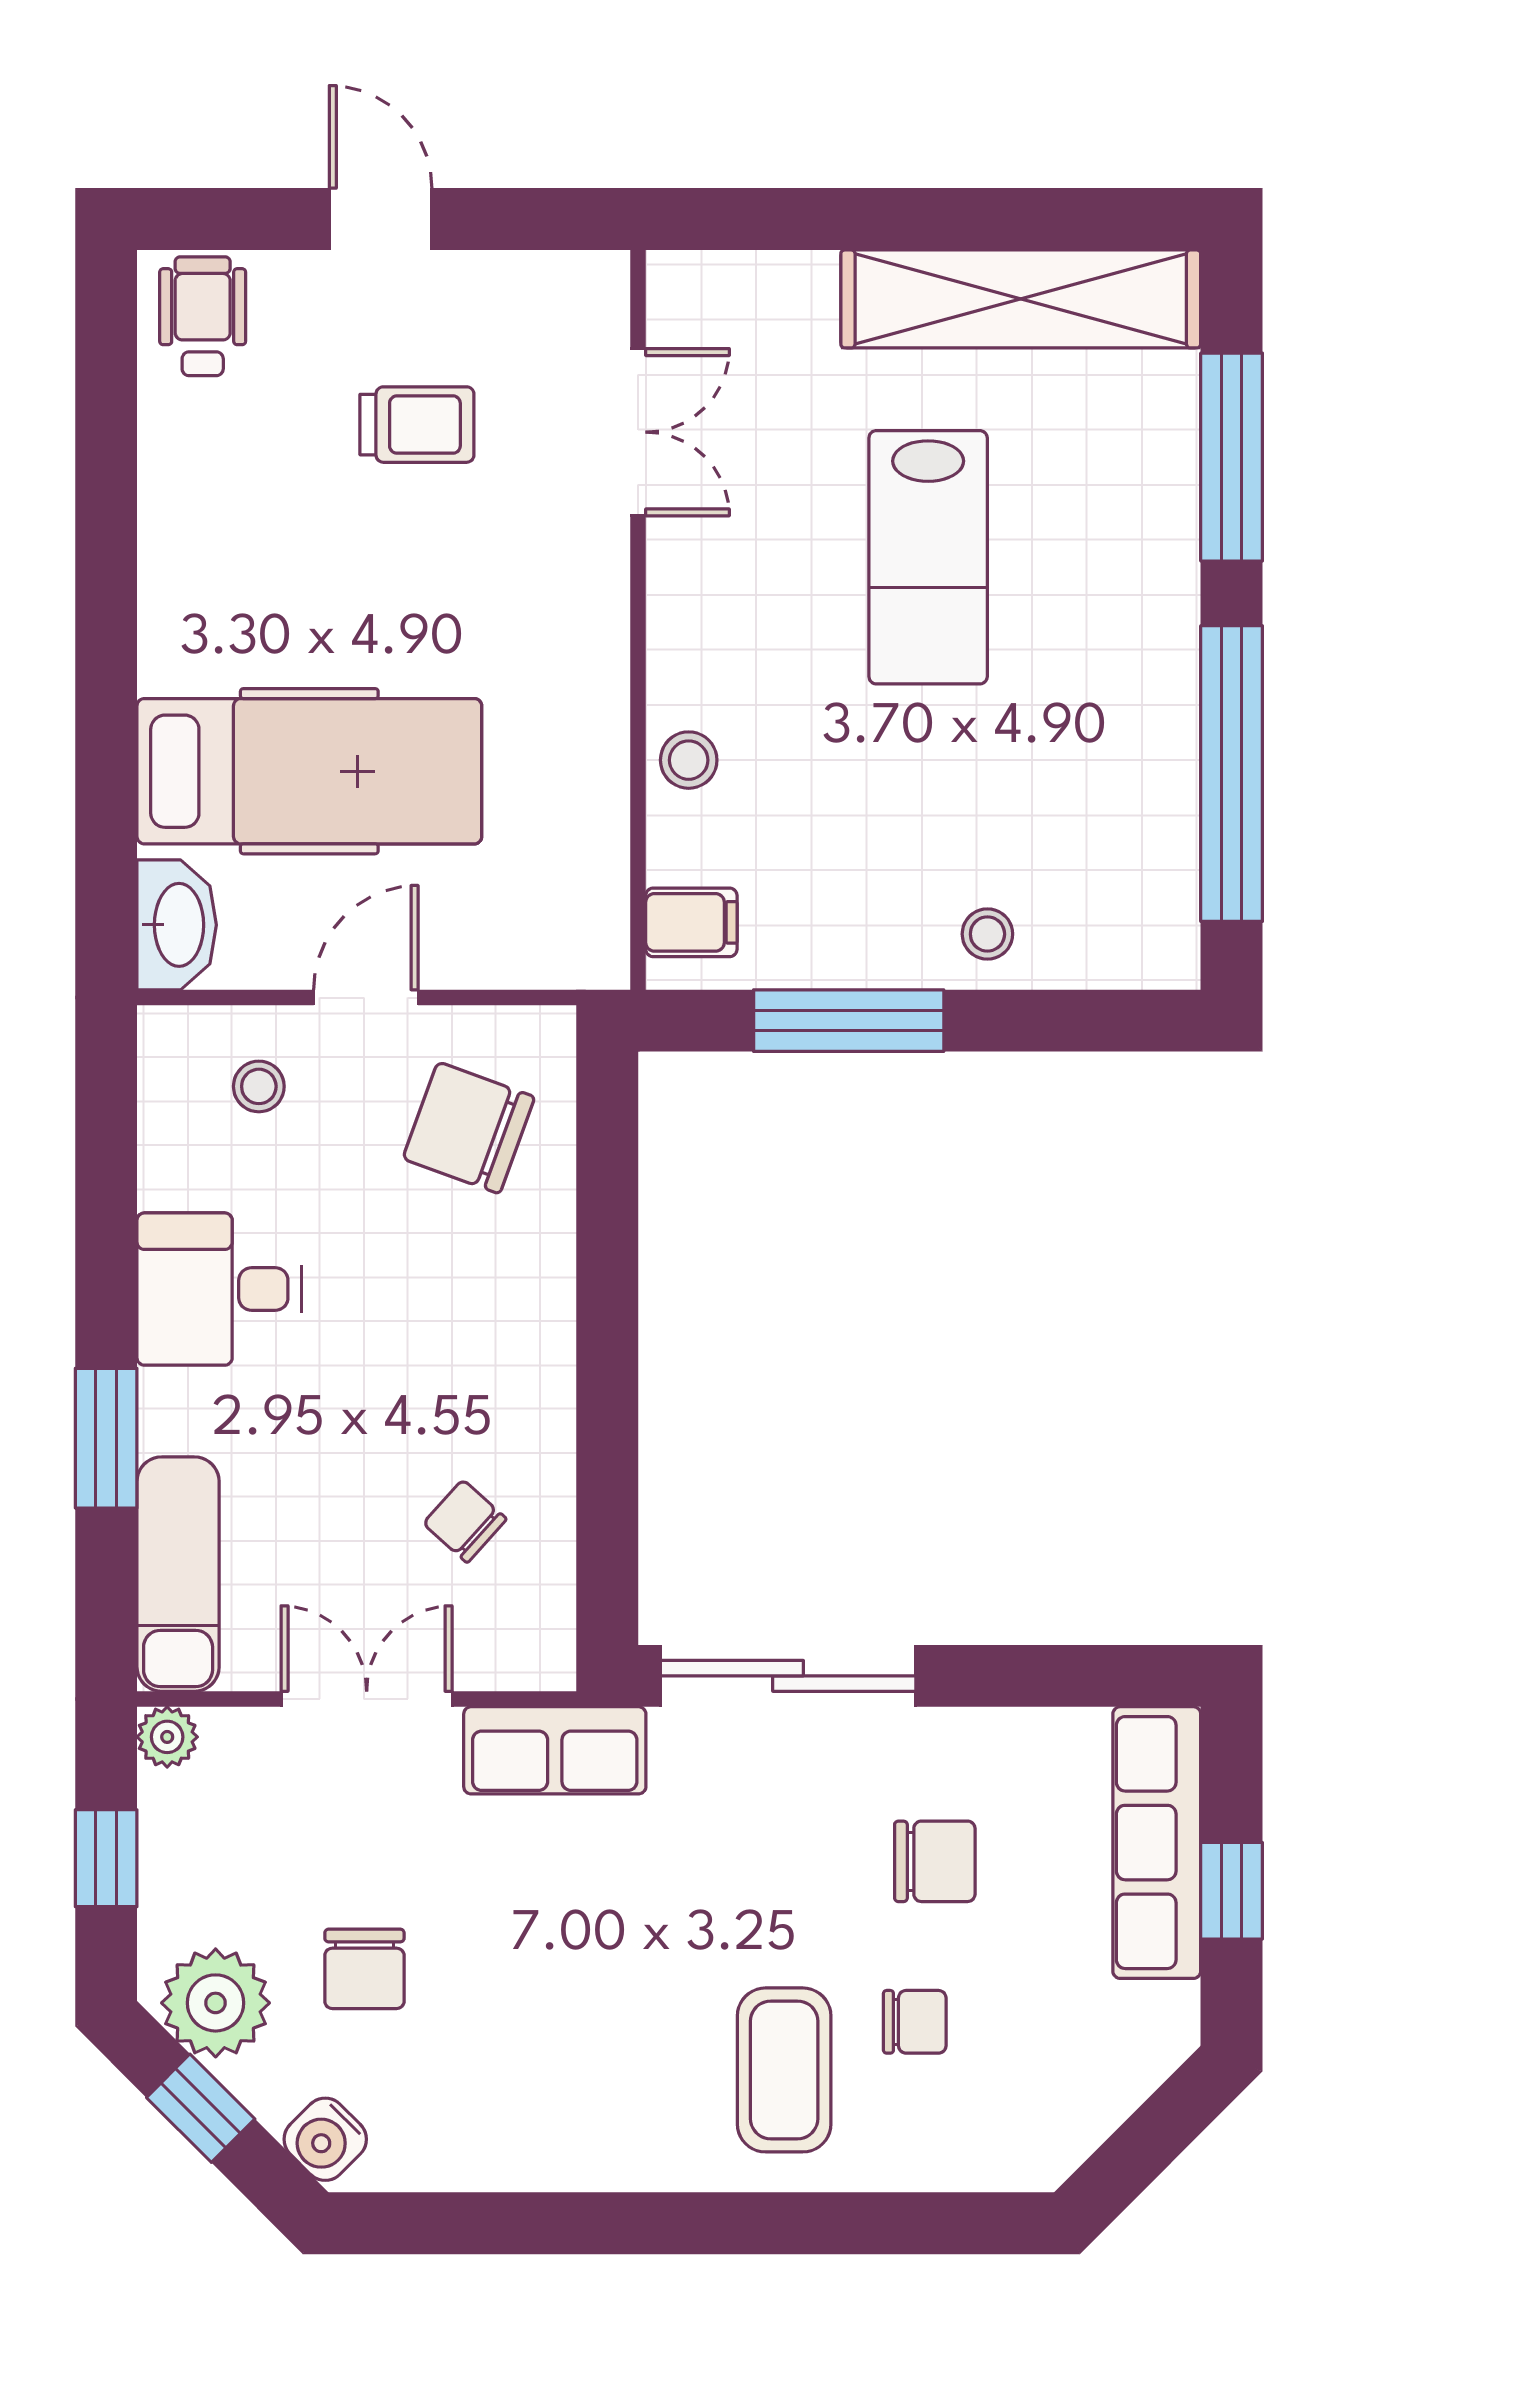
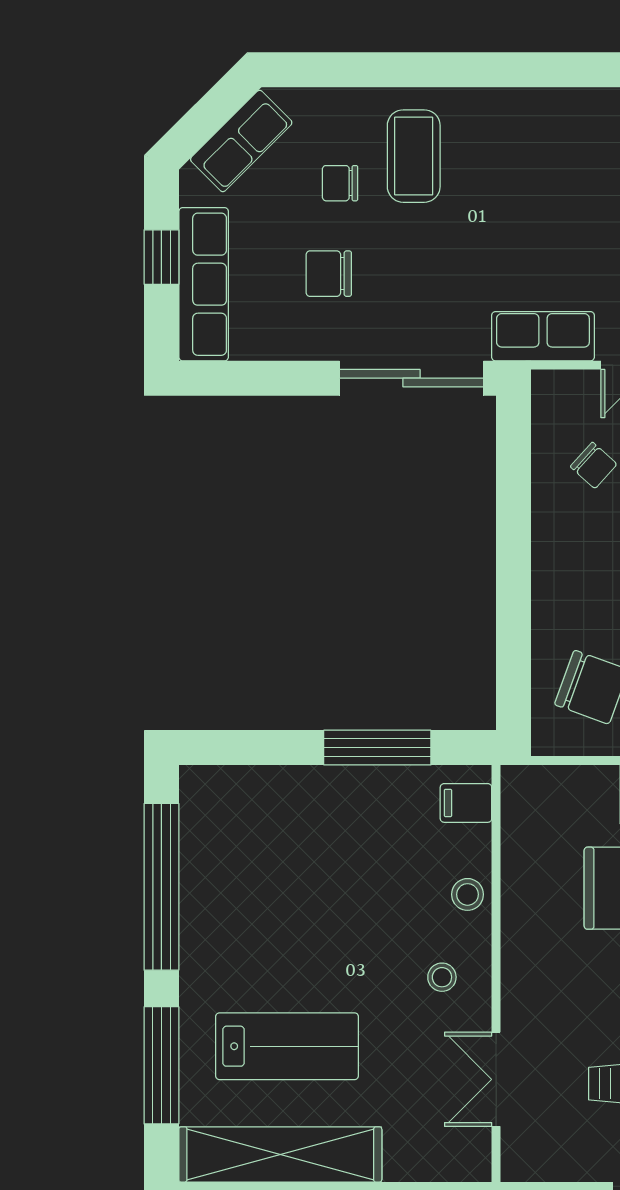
lab bench: (928, 557) -> (287, 1046), moved, turned 90
stool: (987, 934) -> (442, 977), moved
row of seats: (1090, 2097) -> (241, 141), added

